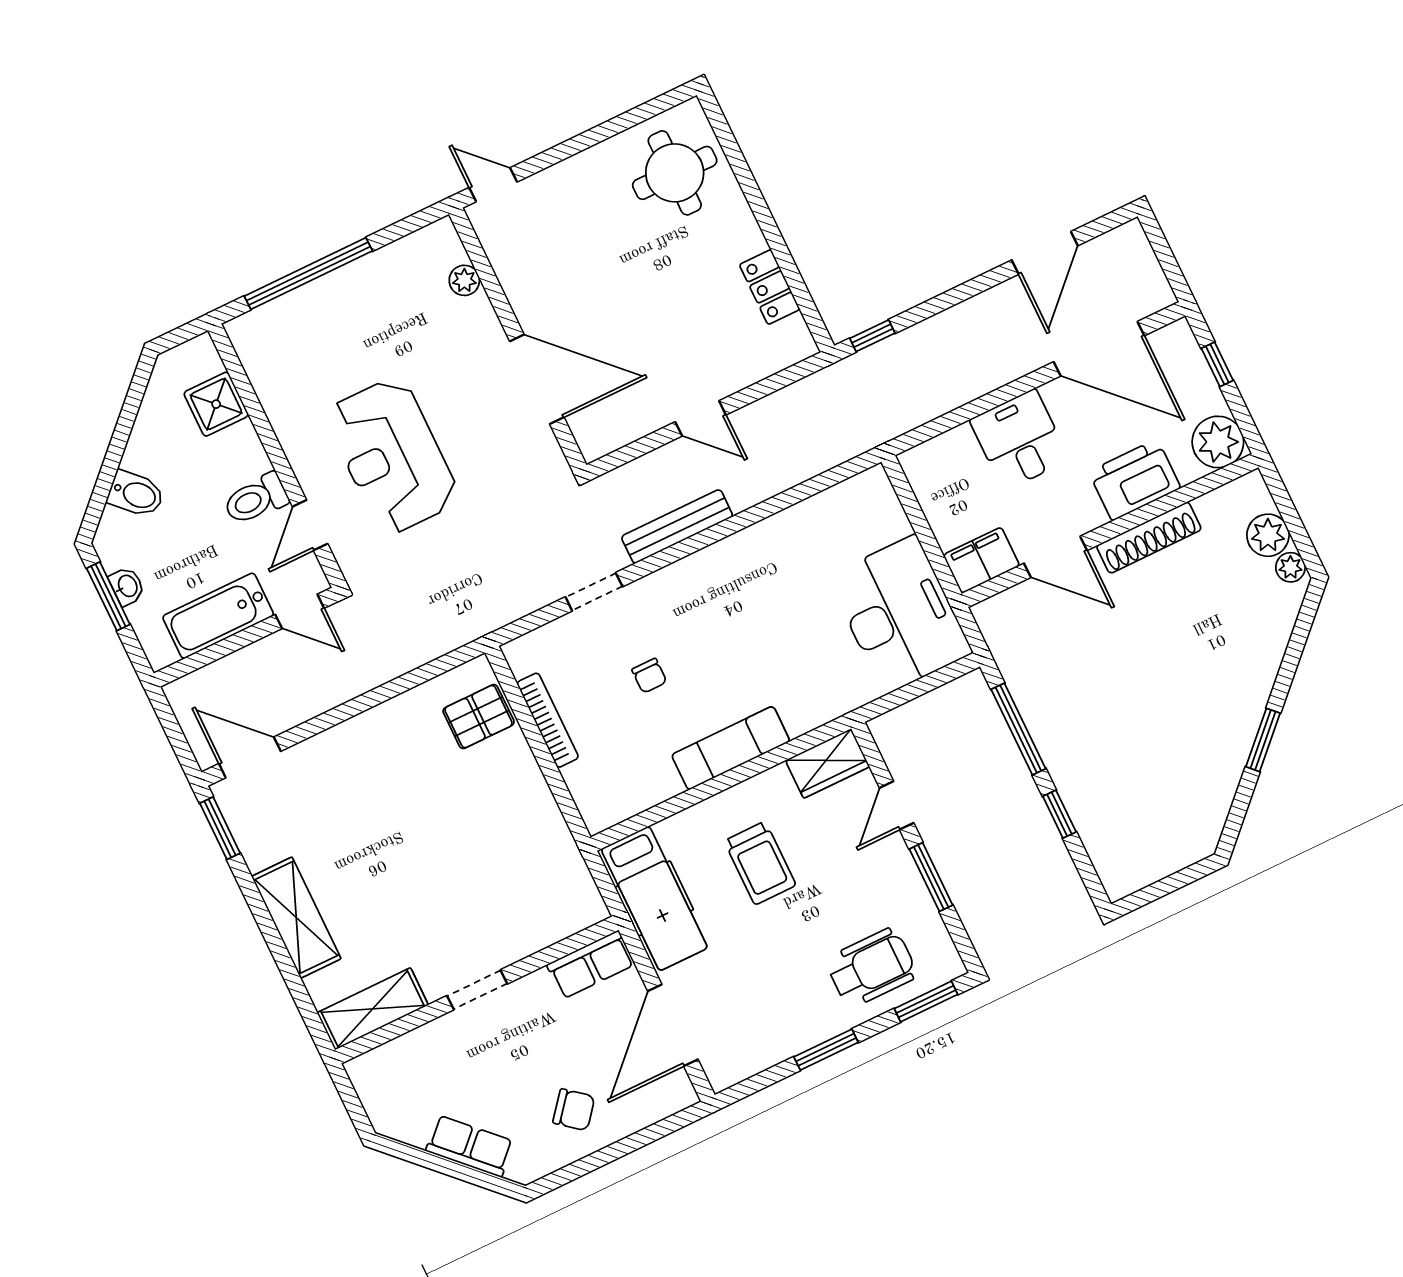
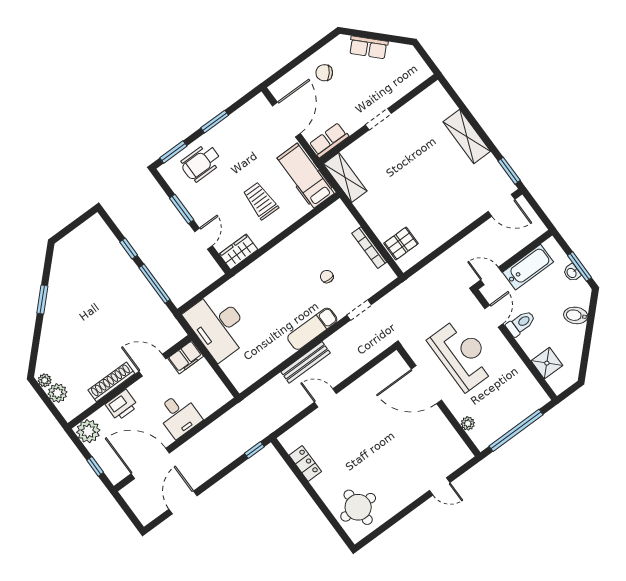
plant: (464, 280) -> (468, 423), moved
wall: (518, 340) -> (438, 401), moved
door: (537, 379) -> (426, 385), moved
printer: (1135, 480) -> (122, 405), width x0.73, depth x0.84
bench: (677, 526) -> (306, 362), moved
exam couch: (731, 748) -> (312, 329), moved, turned 180
shelving: (373, 1009) -> (345, 178), moved, turned 90

